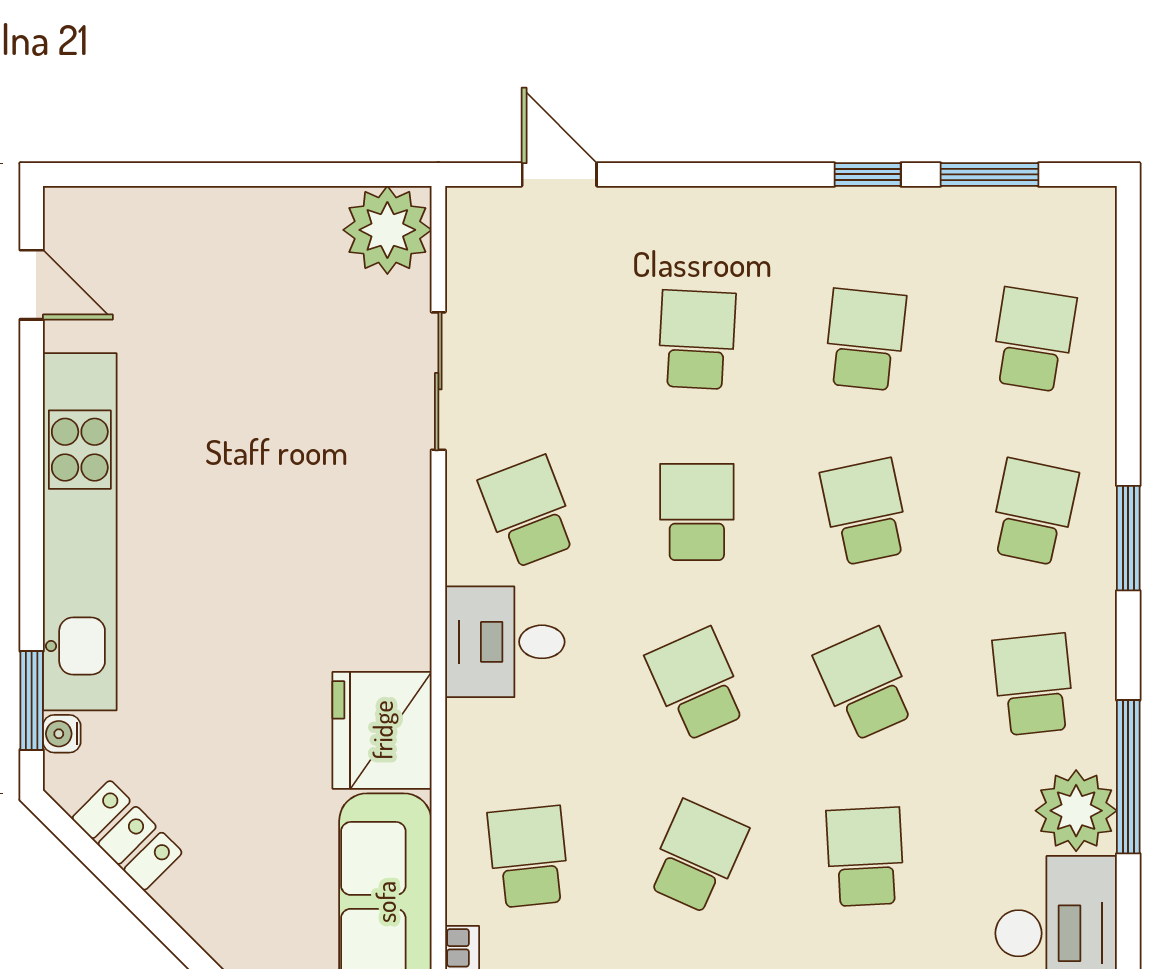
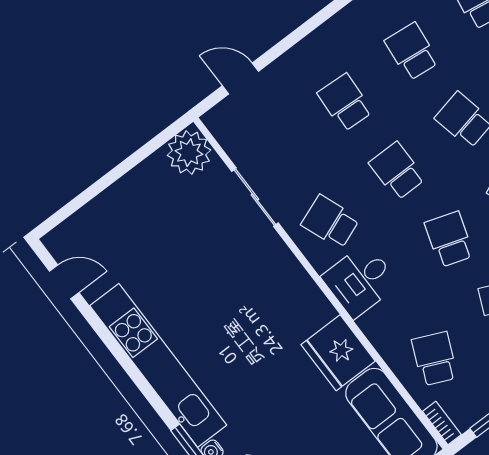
school desk: (697, 684) -> (449, 239), turned 42
school desk: (529, 857) -> (435, 359), turned 30

